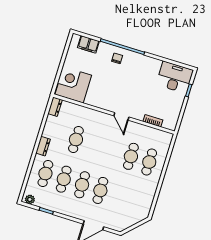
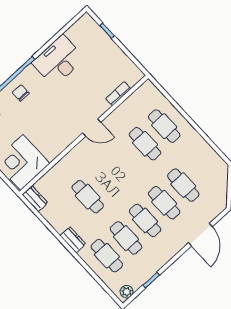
desk: (175, 77) -> (58, 60), moved
cafe table: (119, 196) -> (183, 185), added

